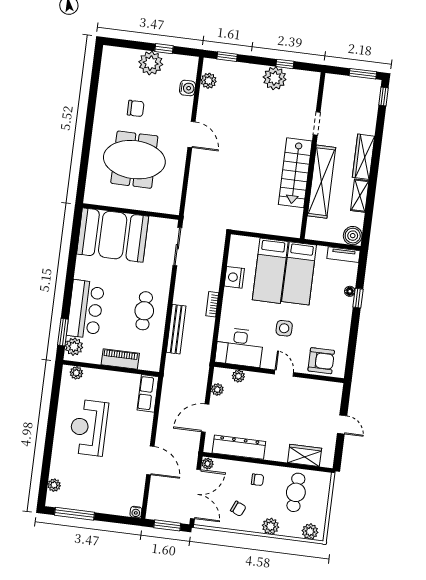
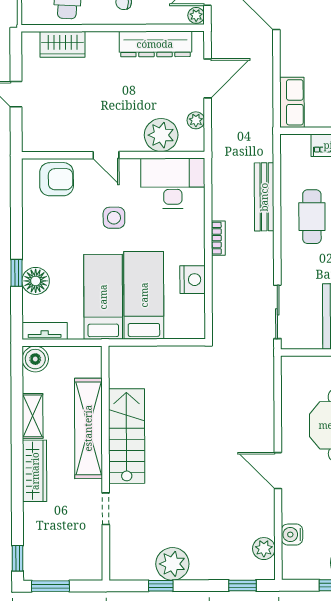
floor lamp: (350, 291) -> (36, 281), width x1.89, depth x1.89
armchair: (321, 361) -> (57, 179), turned 180
plant: (238, 376) -> (161, 135), width x1.88, depth x1.88

